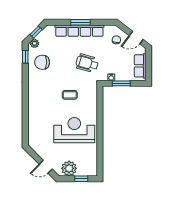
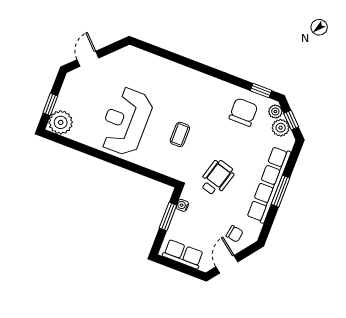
plant: (43, 37) -> (281, 128), added
reception desk: (74, 130) -> (126, 121), turned 180
plant: (69, 168) -> (61, 122), moved

